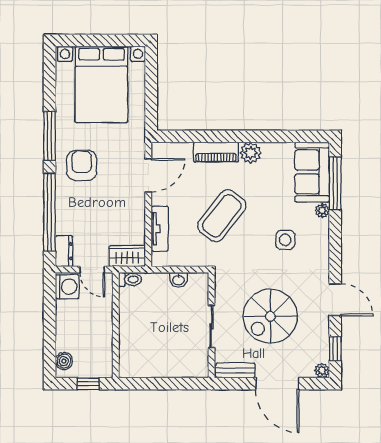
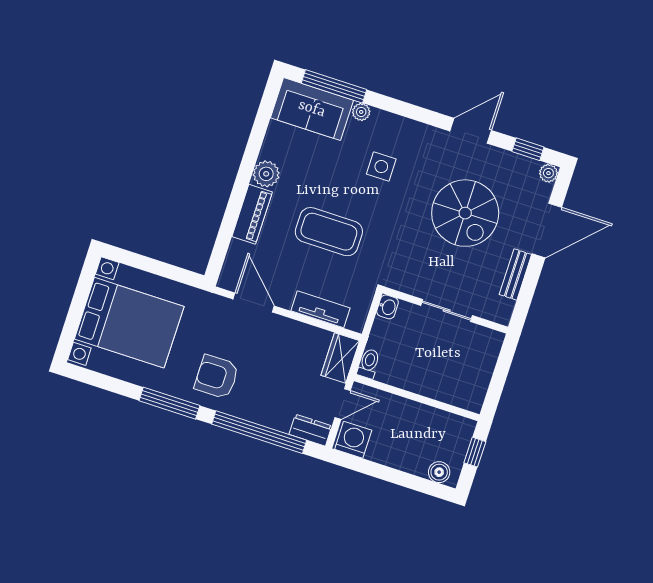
coffee table: (222, 216) -> (329, 232), turned -38
wall: (212, 325) -> (445, 310), moved
sliding door: (212, 326) -> (447, 311), moved

